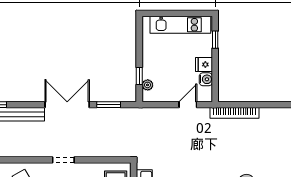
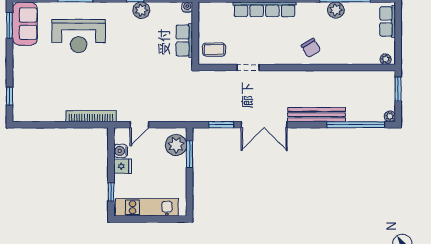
window: (139, 76) -> (190, 154), width x1.50
plant: (148, 85) -> (176, 145), width x1.87, depth x1.87
doorway: (63, 160) -> (248, 68), moved

